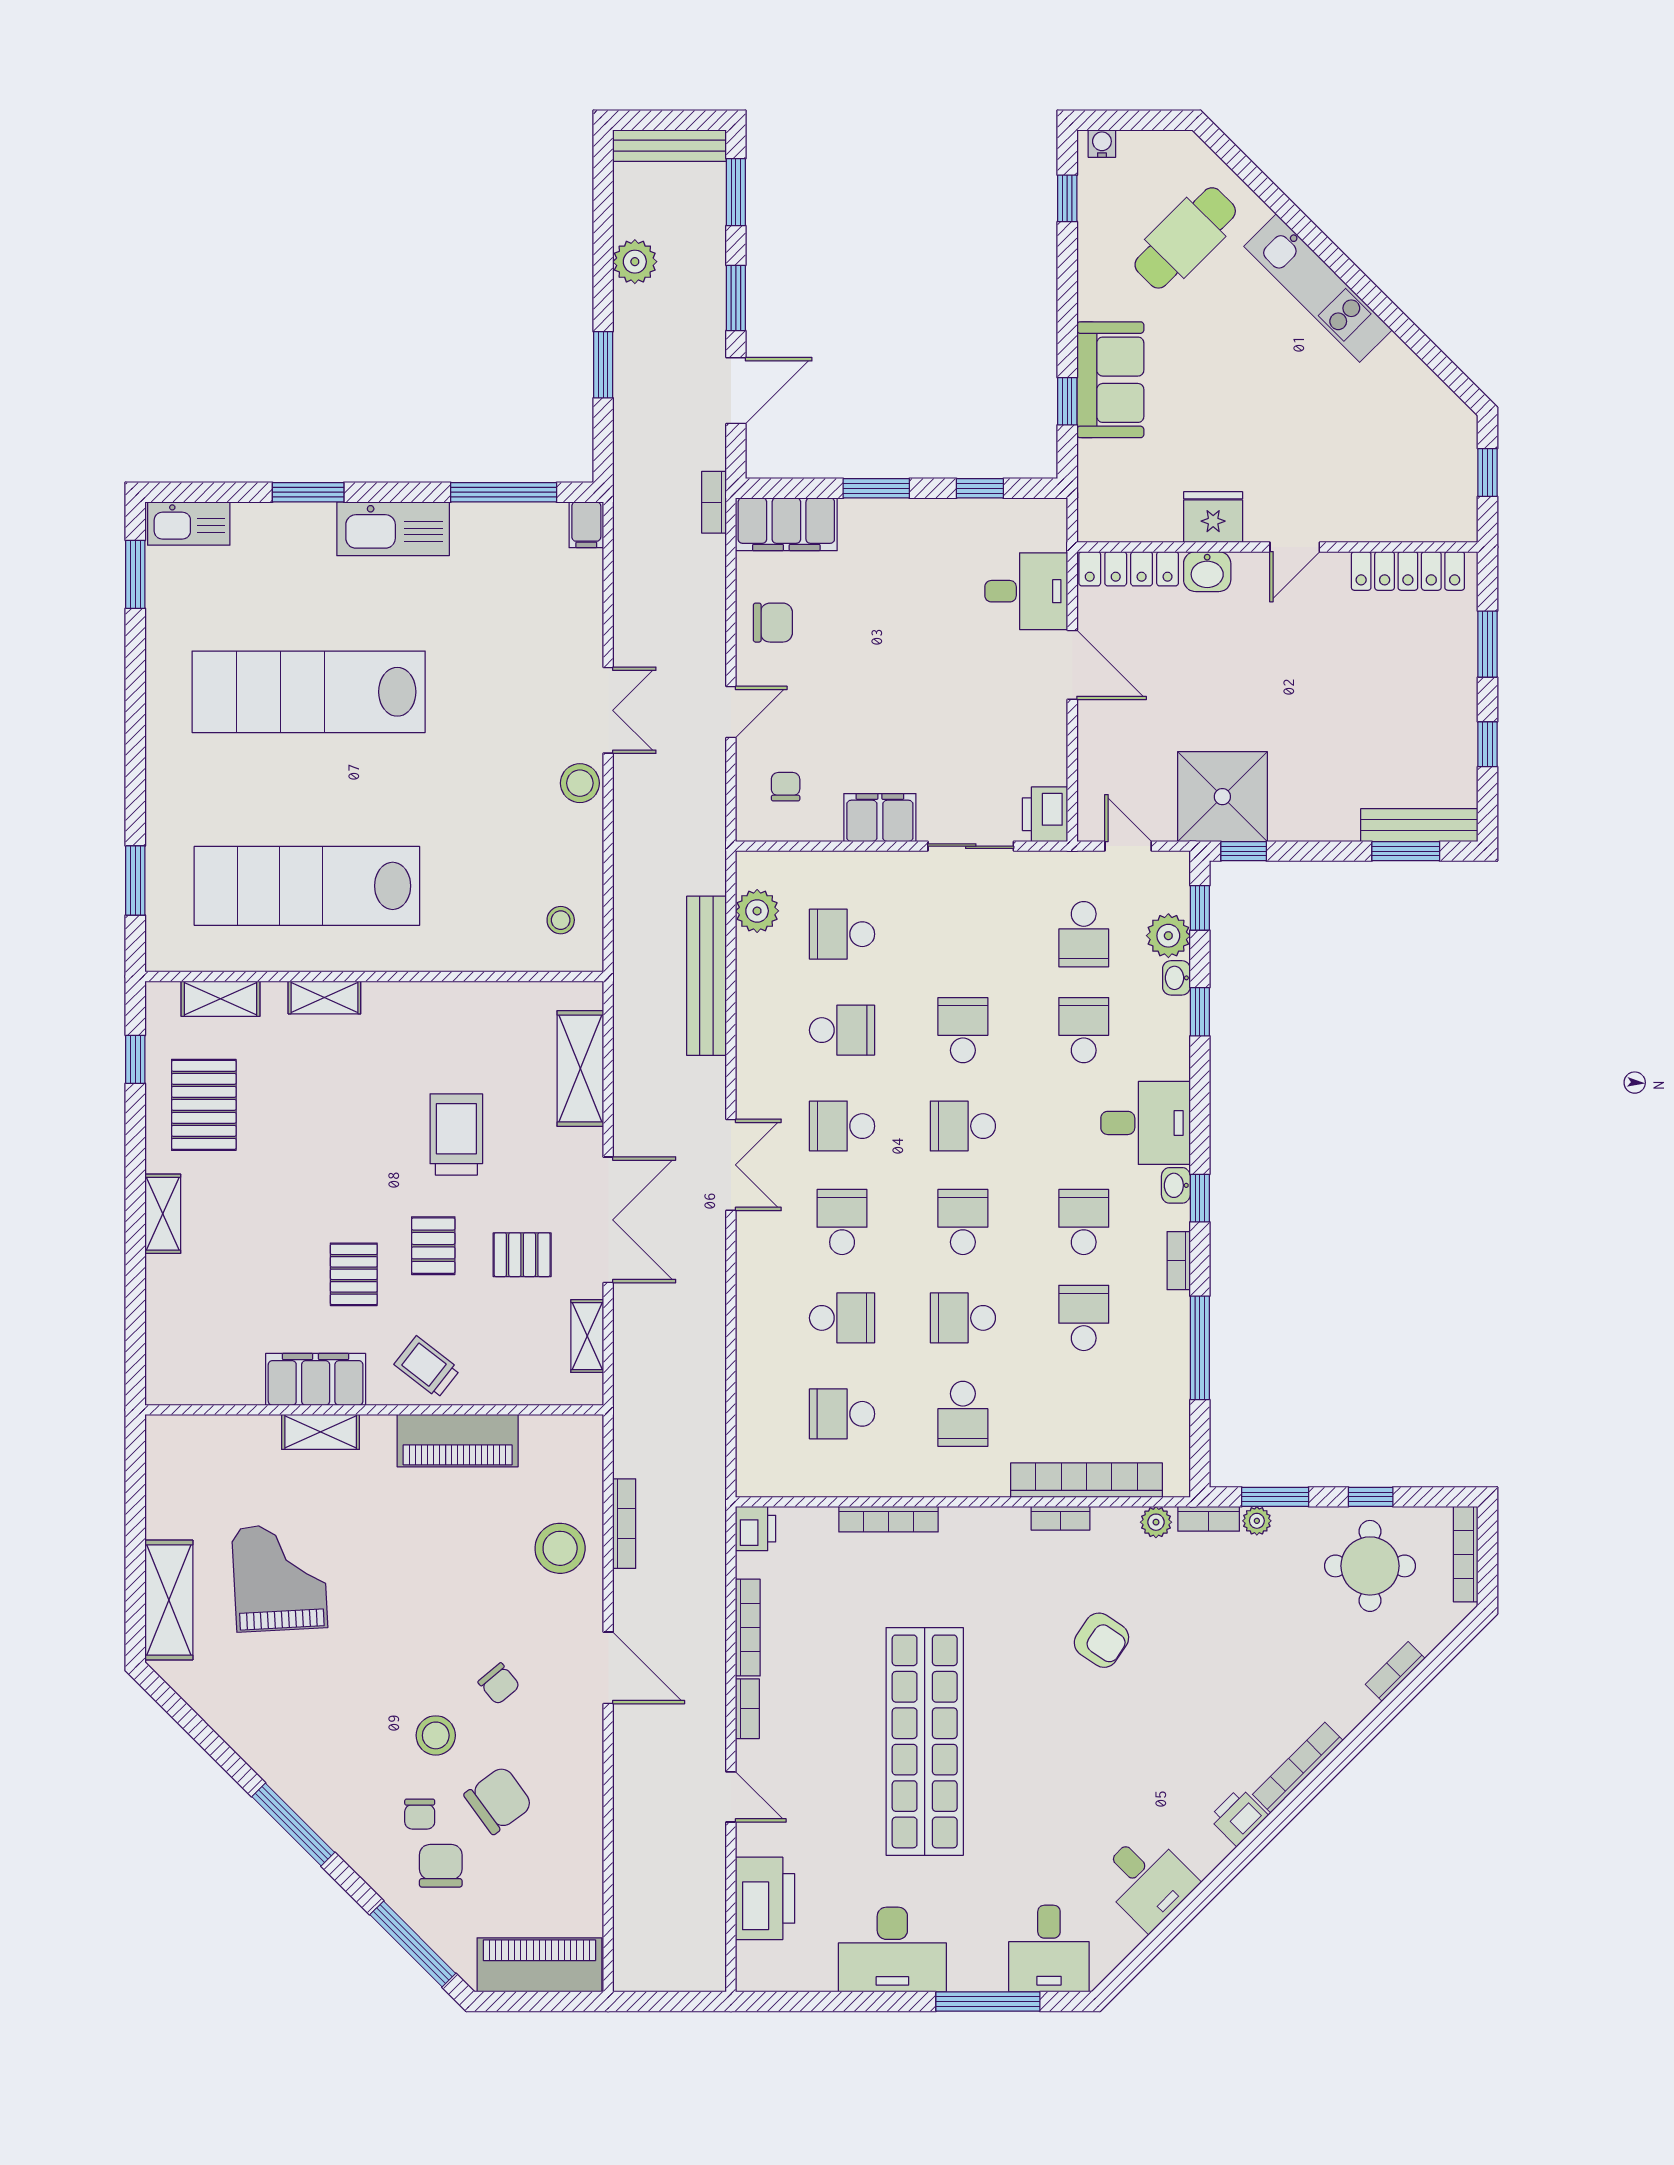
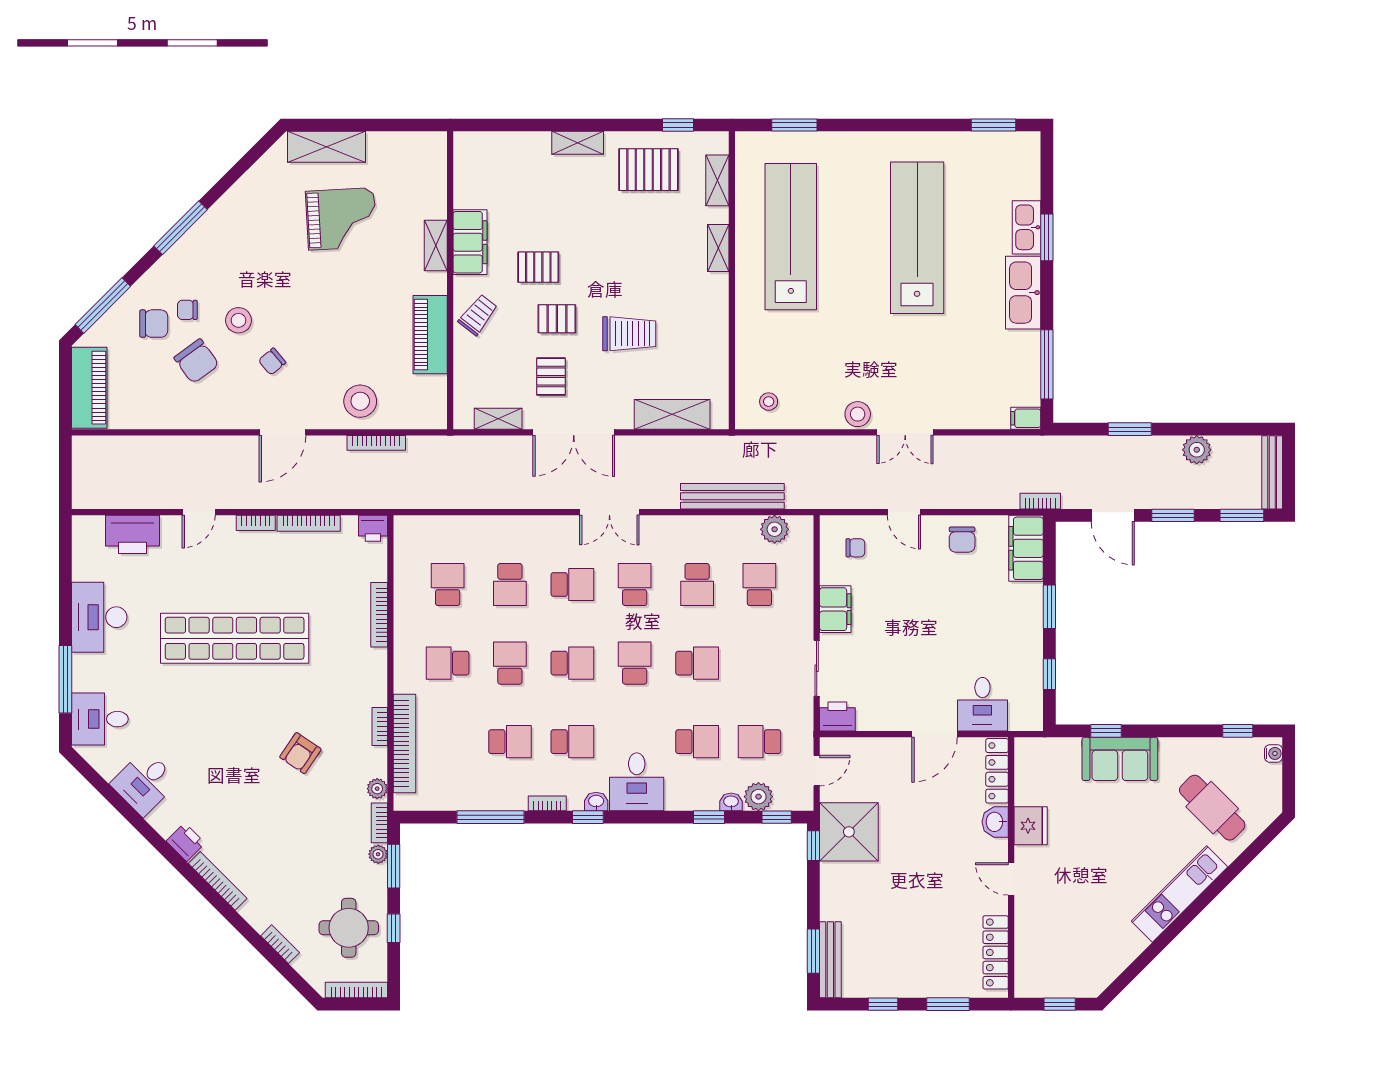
kitchen sink: (189, 523) -> (1026, 227), moved

